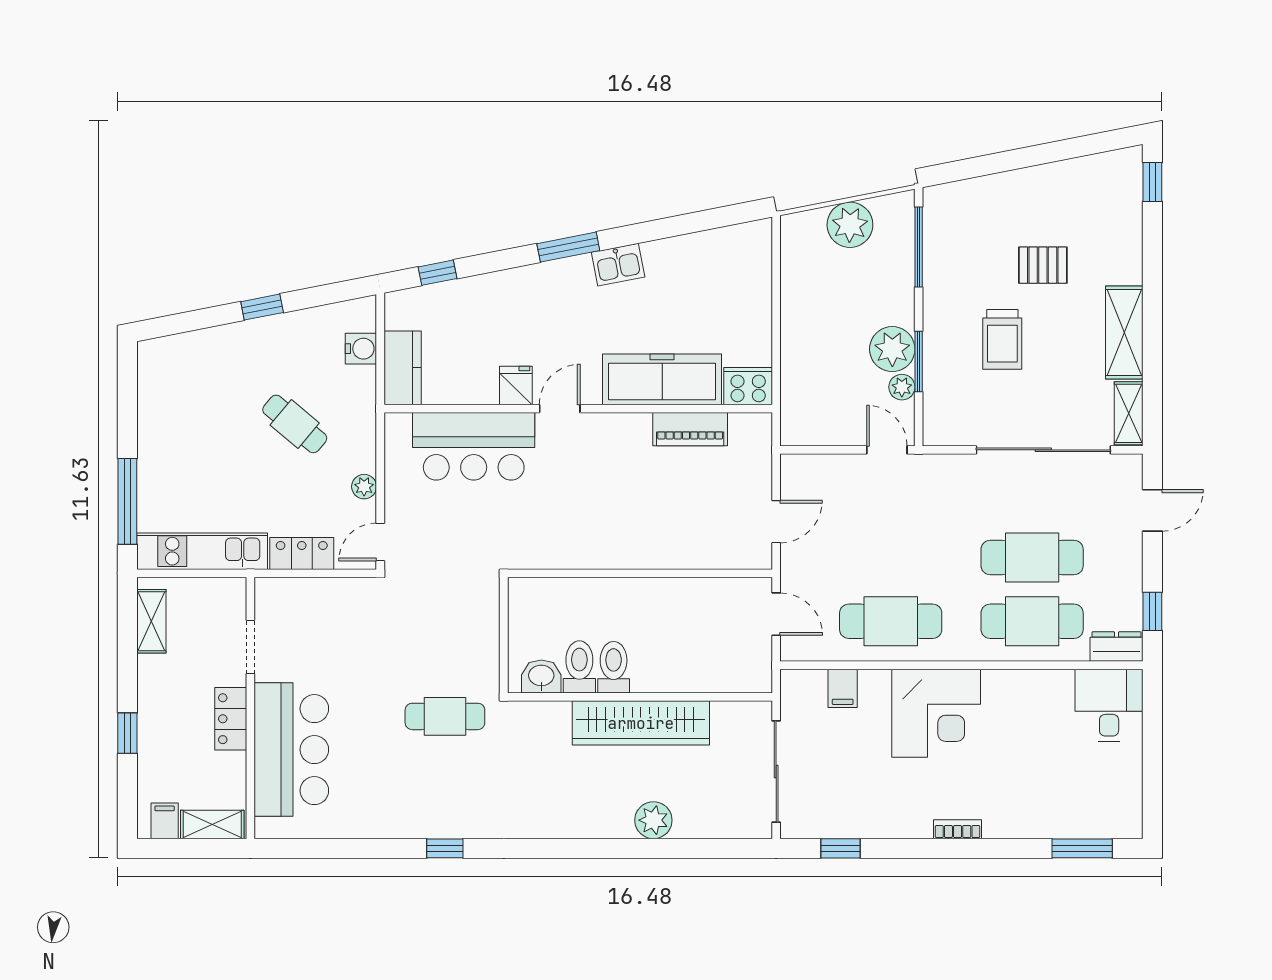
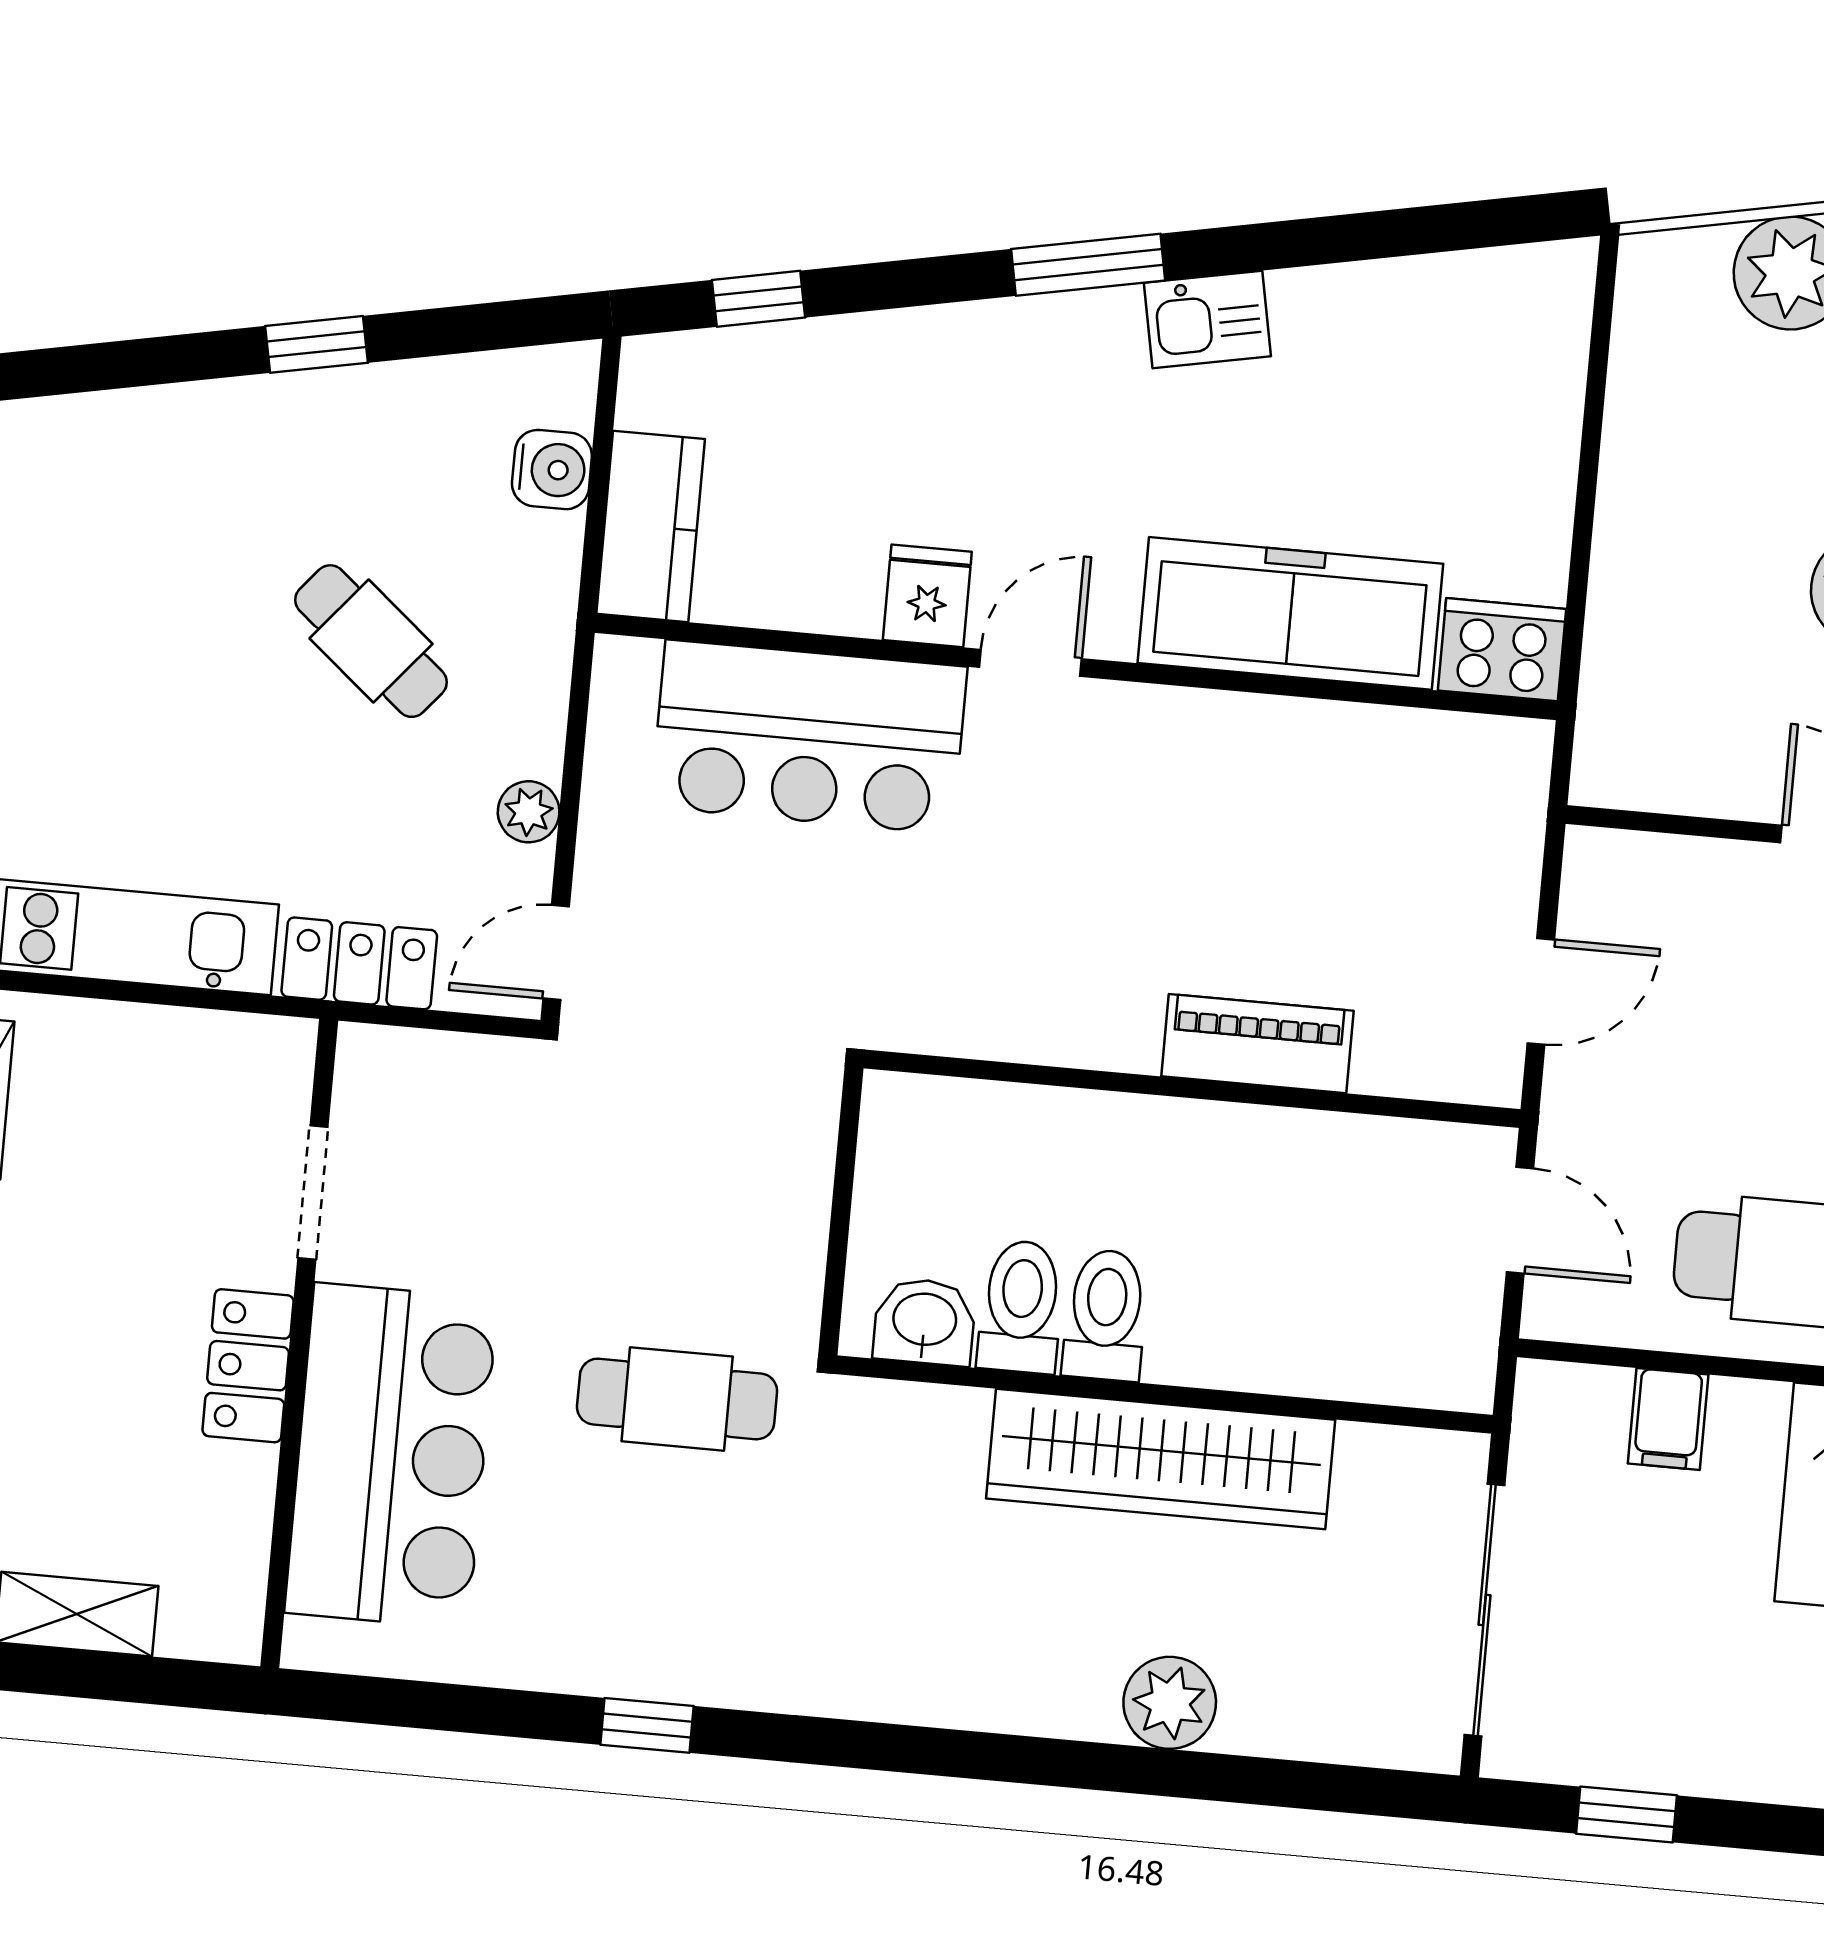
piano: (690, 429) -> (1257, 1044), moved, turned 180
doorway: (250, 647) -> (313, 1193), moved
wall: (250, 708) -> (299, 1343), moved
locker: (231, 719) -> (248, 1366), moved
bar counter: (291, 750) -> (391, 1456), moved

